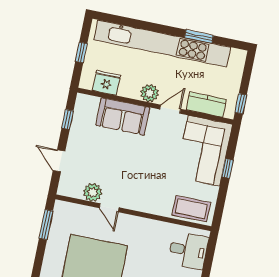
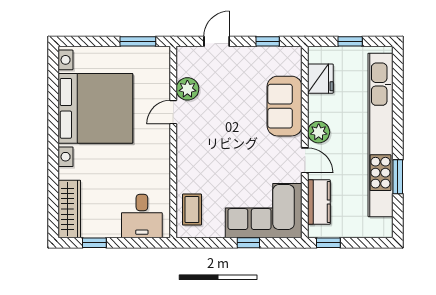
coffee table: (191, 209) -> (192, 210), width x0.73, depth x0.77

